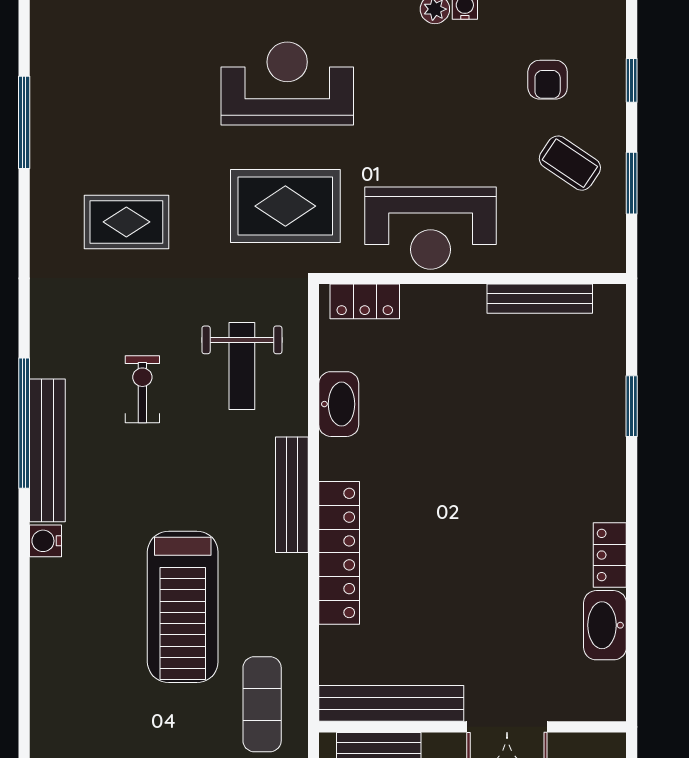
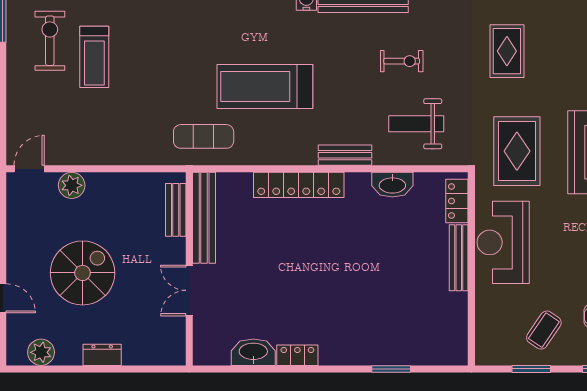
bench: (540, 299) -> (459, 258), moved
bench: (292, 495) -> (345, 155), width x0.73

